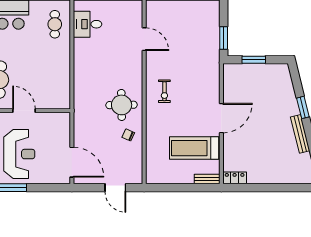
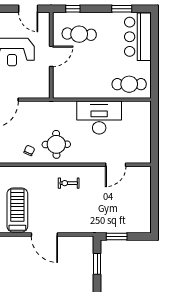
cafe table: (55, 24) -> (129, 84), width x1.37, depth x1.35
desk: (88, 24) -> (99, 118), moved, width x1.87, depth x1.30

